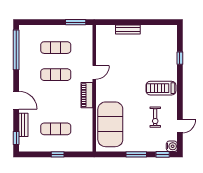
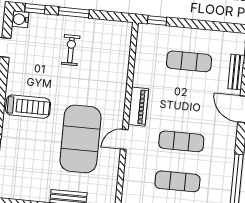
exercise bike: (155, 117) -> (71, 50), moved
exercise mat: (110, 124) -> (80, 139), moved
window: (58, 154) -> (157, 20), moved

